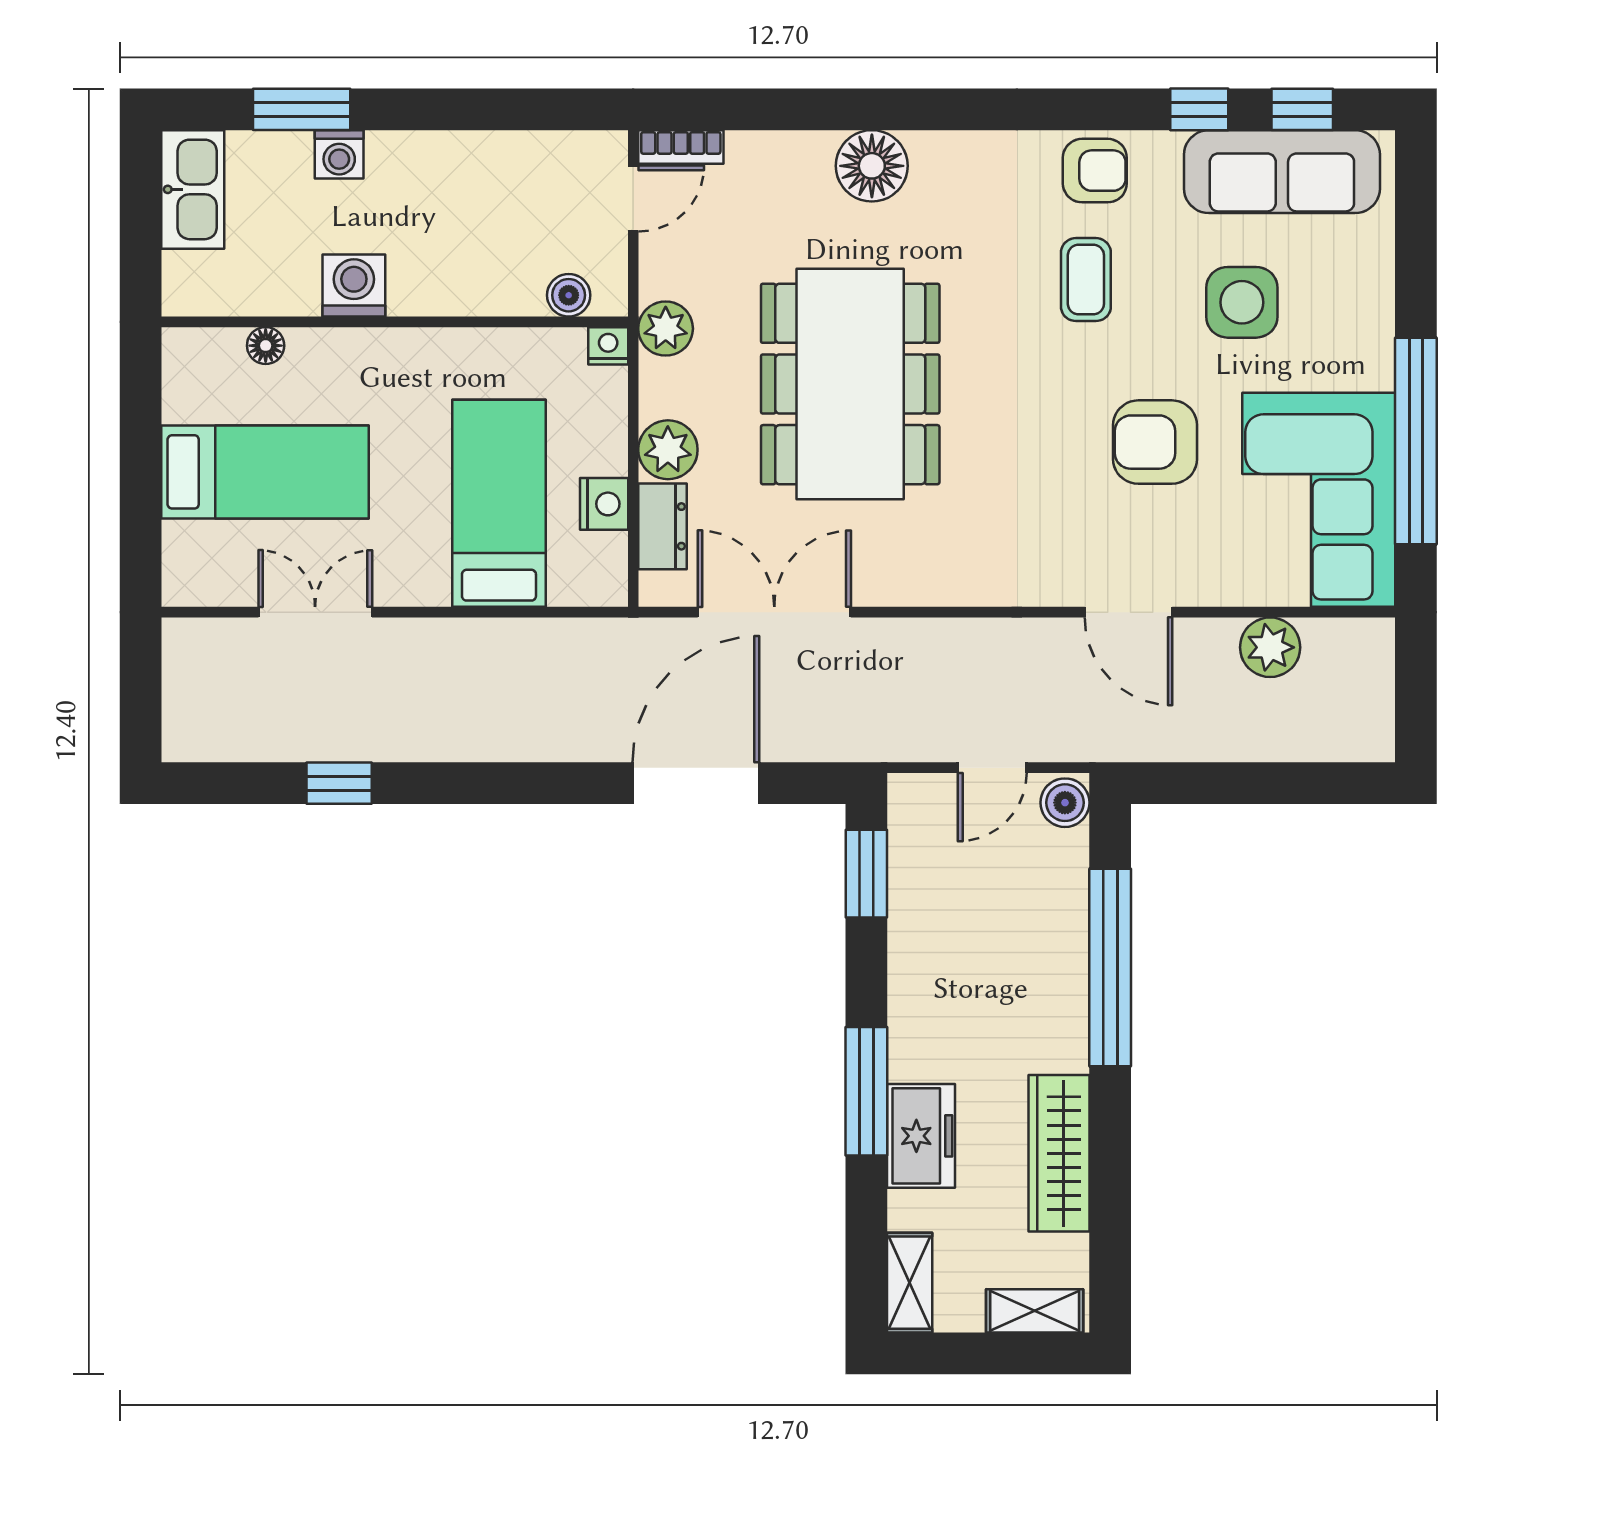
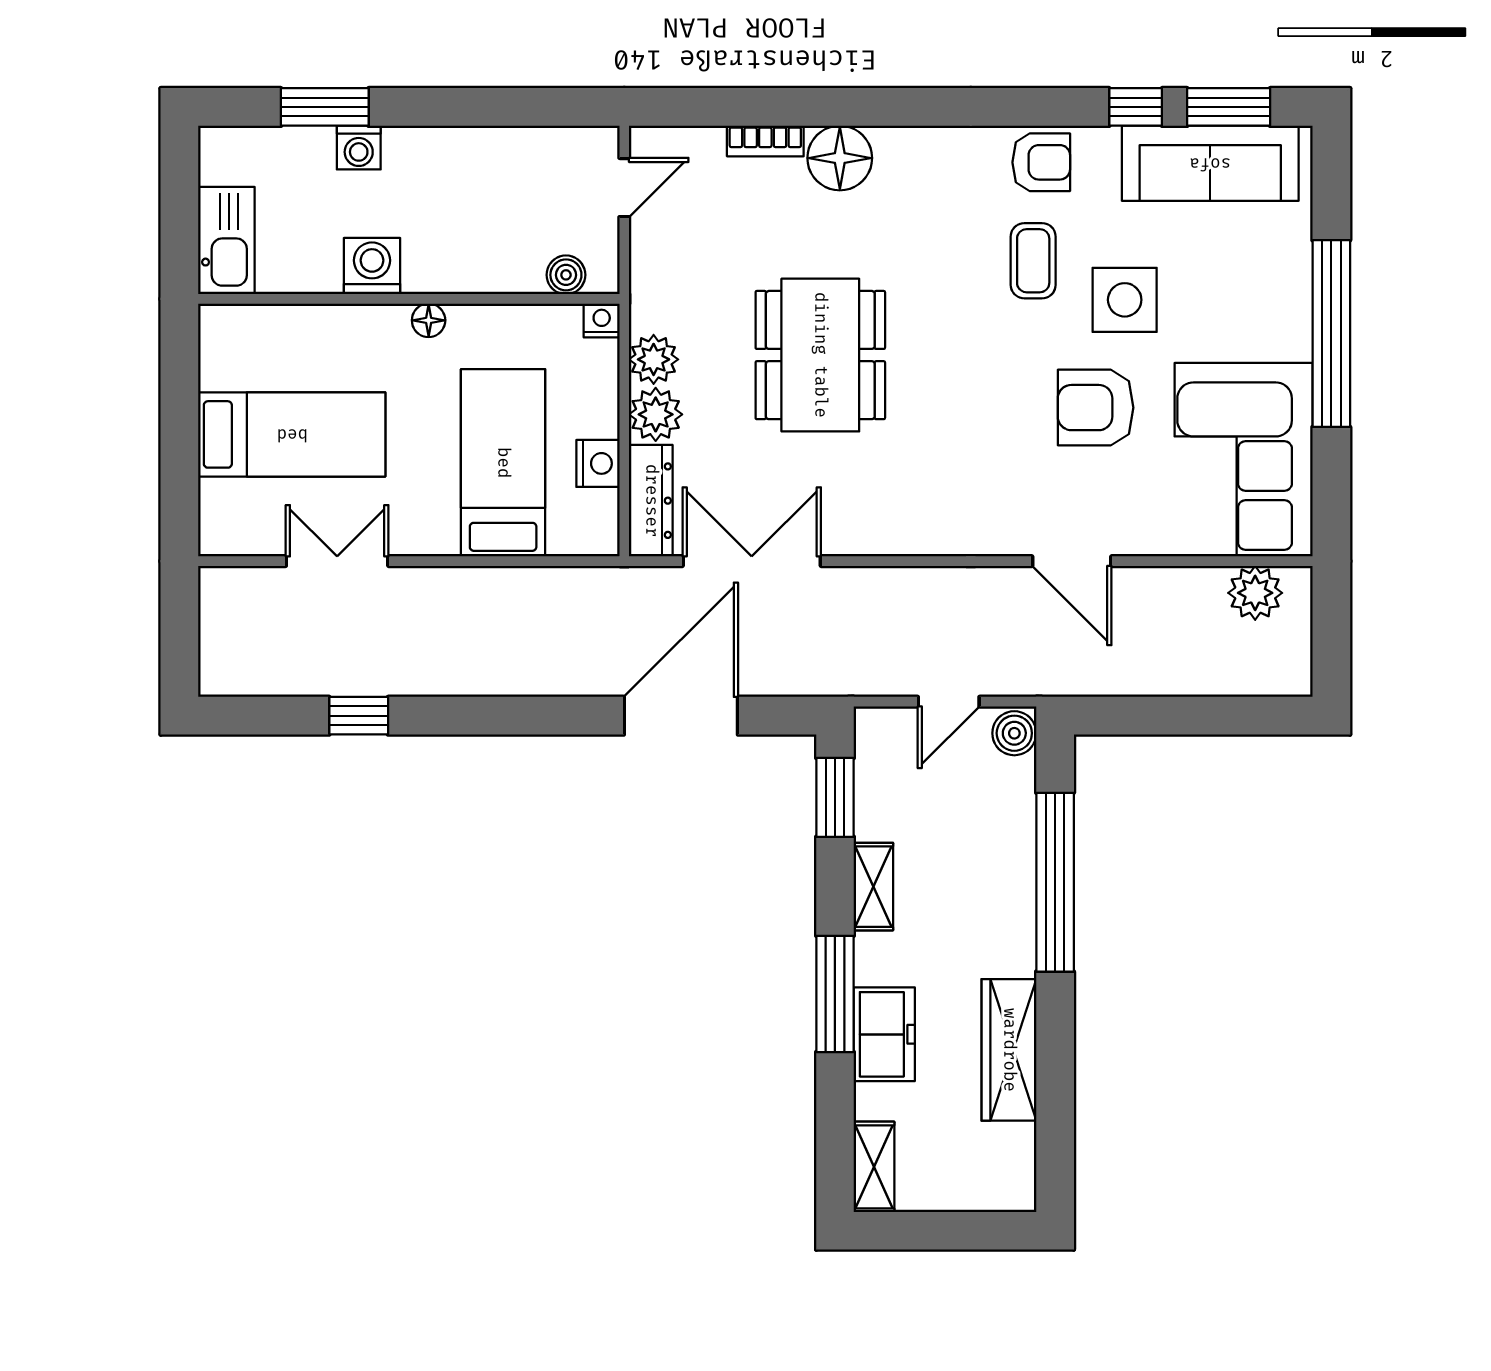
window: (1302, 109) -> (1229, 107), width x1.50
bookcase: (681, 147) -> (765, 141), moved
kitchen sink: (193, 189) -> (226, 241), moved
side table: (1242, 302) -> (1125, 300), moved
plant: (666, 329) -> (654, 359), moved
floor lamp: (266, 346) -> (429, 320), moved
dining table: (850, 384) -> (820, 355), width x0.73, depth x0.80
window: (1416, 441) -> (1331, 334), moved
dresser: (663, 526) -> (651, 501), width x1.44
plant: (1270, 647) -> (1255, 593), moved
shelving: (1035, 1311) -> (873, 887), moved, turned 90

